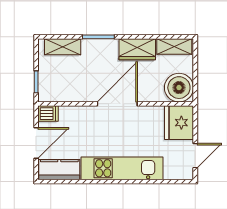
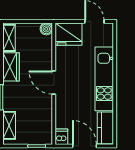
boiler: (179, 88) -> (46, 29), width x0.54, depth x0.54
door: (117, 104) -> (54, 83), width x0.73

